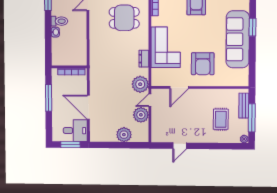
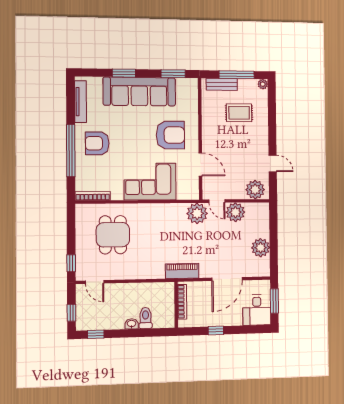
toilet: (59, 21) -> (146, 318), moved
dresser: (144, 59) -> (165, 209), removed
window: (252, 66) -> (173, 74), added
piano: (95, 72) -> (182, 271), added
window: (49, 98) -> (216, 331), width x0.46
desk: (75, 131) -> (257, 310), moved, turned 180
plant: (159, 131) -> (255, 190), added
plant: (124, 135) -> (261, 248), moved

